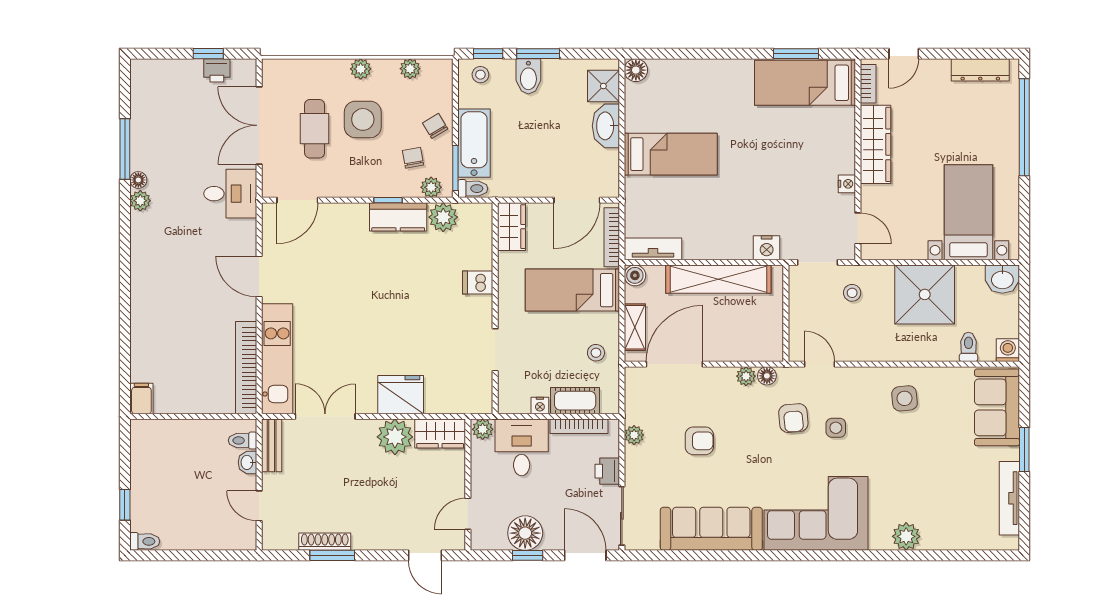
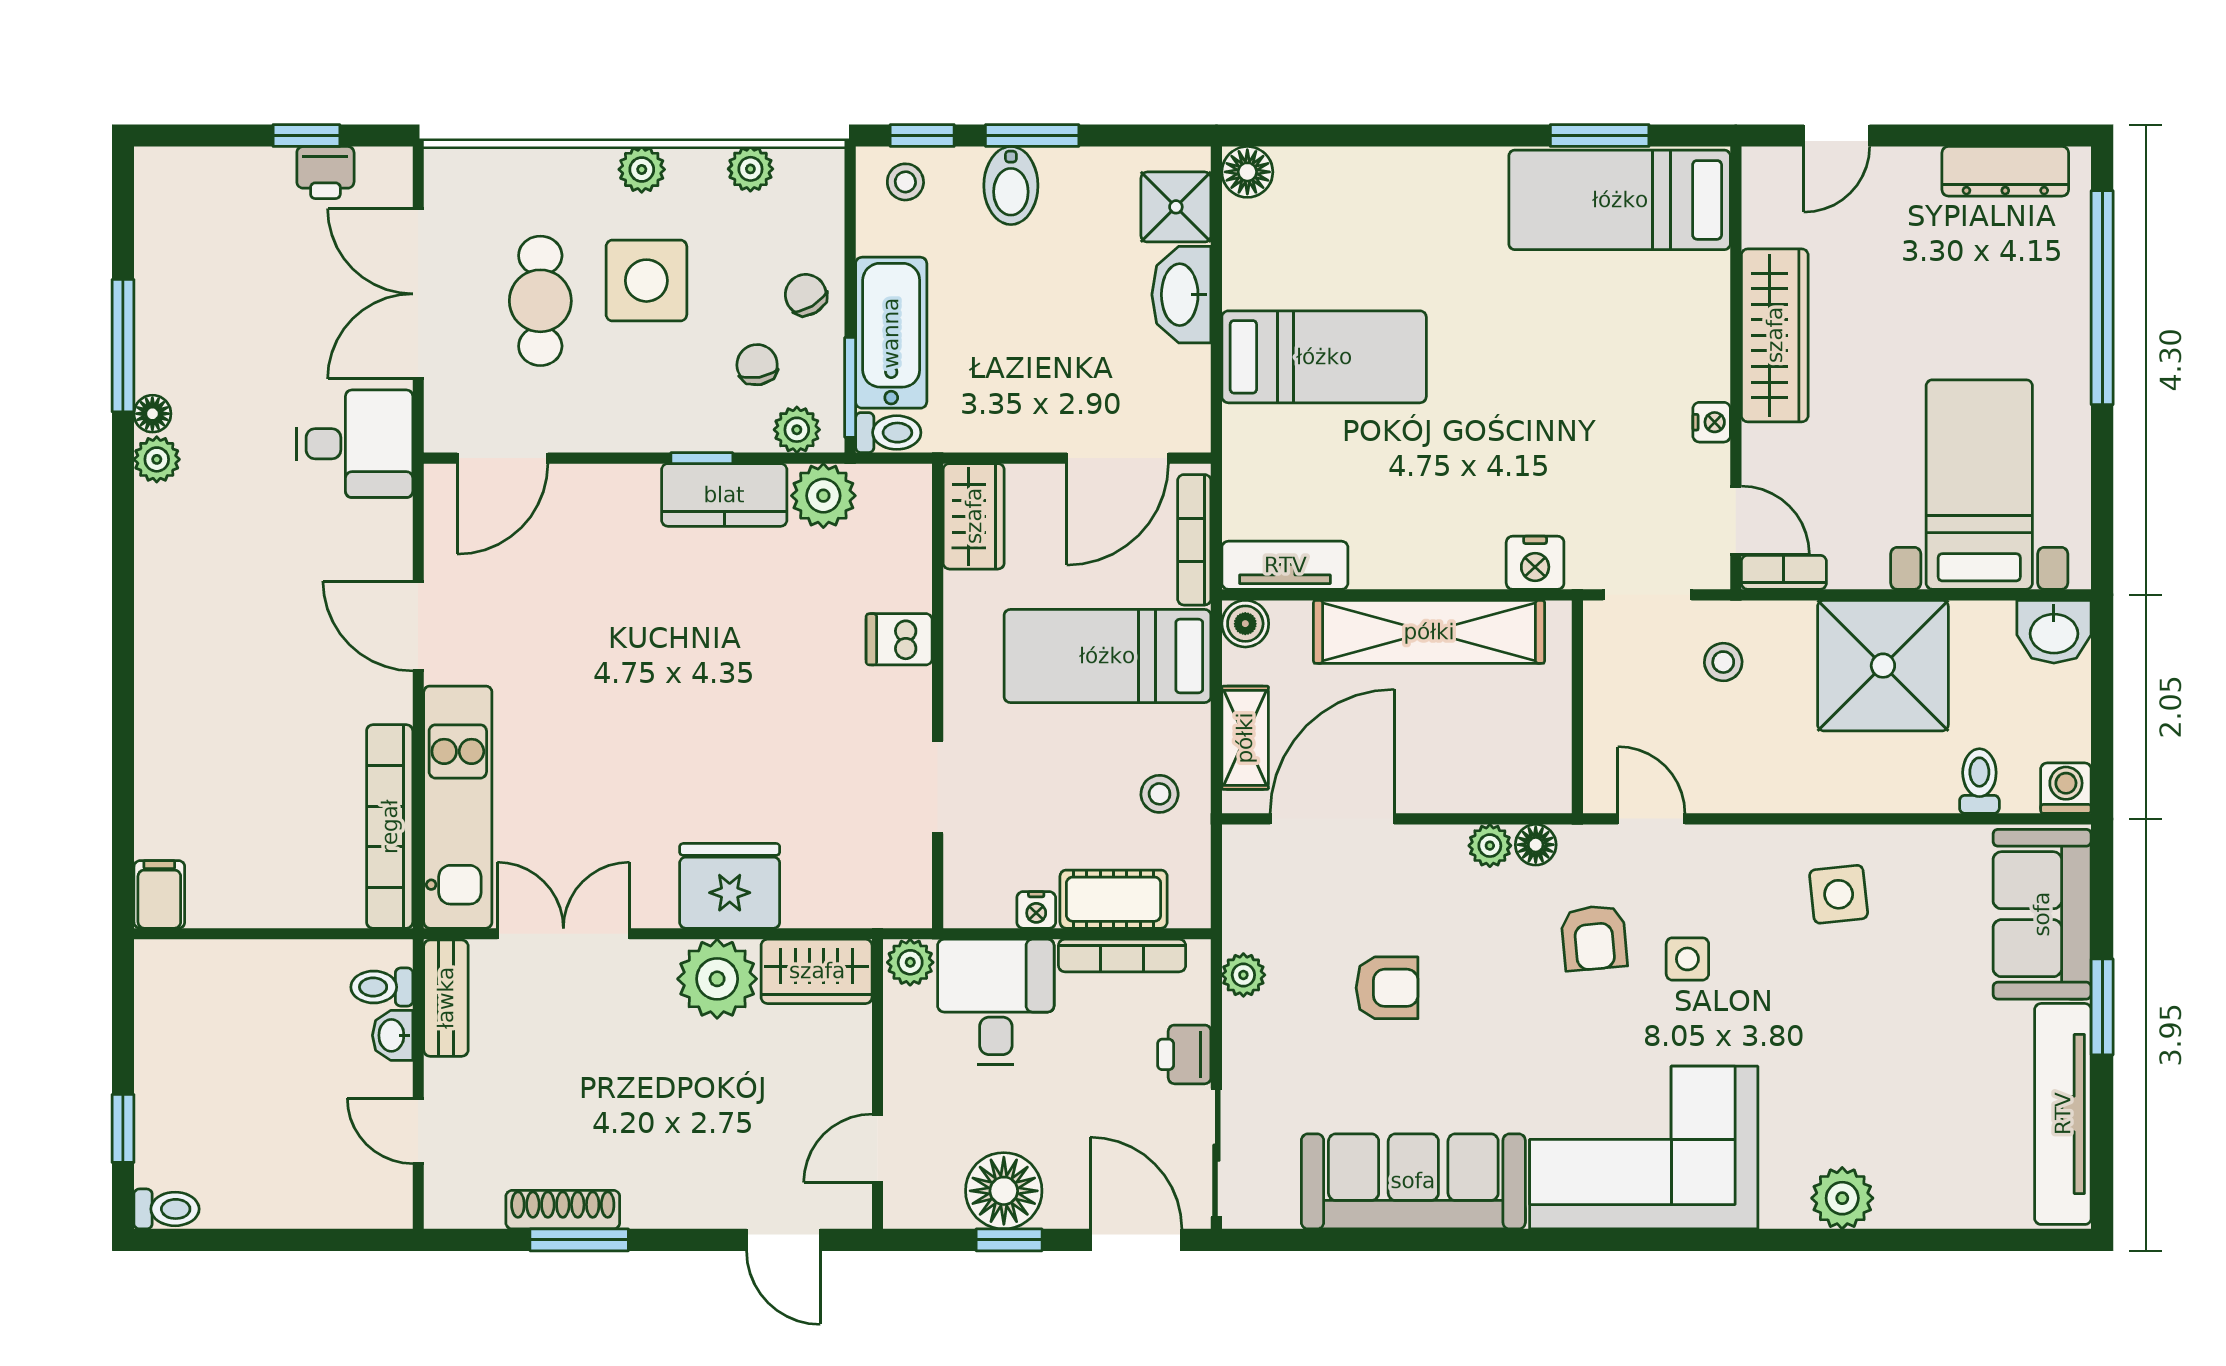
bookcase: (868, 84) -> (1784, 572), moved, turned -90
tv unit: (1009, 498) -> (2063, 1114), width x1.36, depth x1.29

